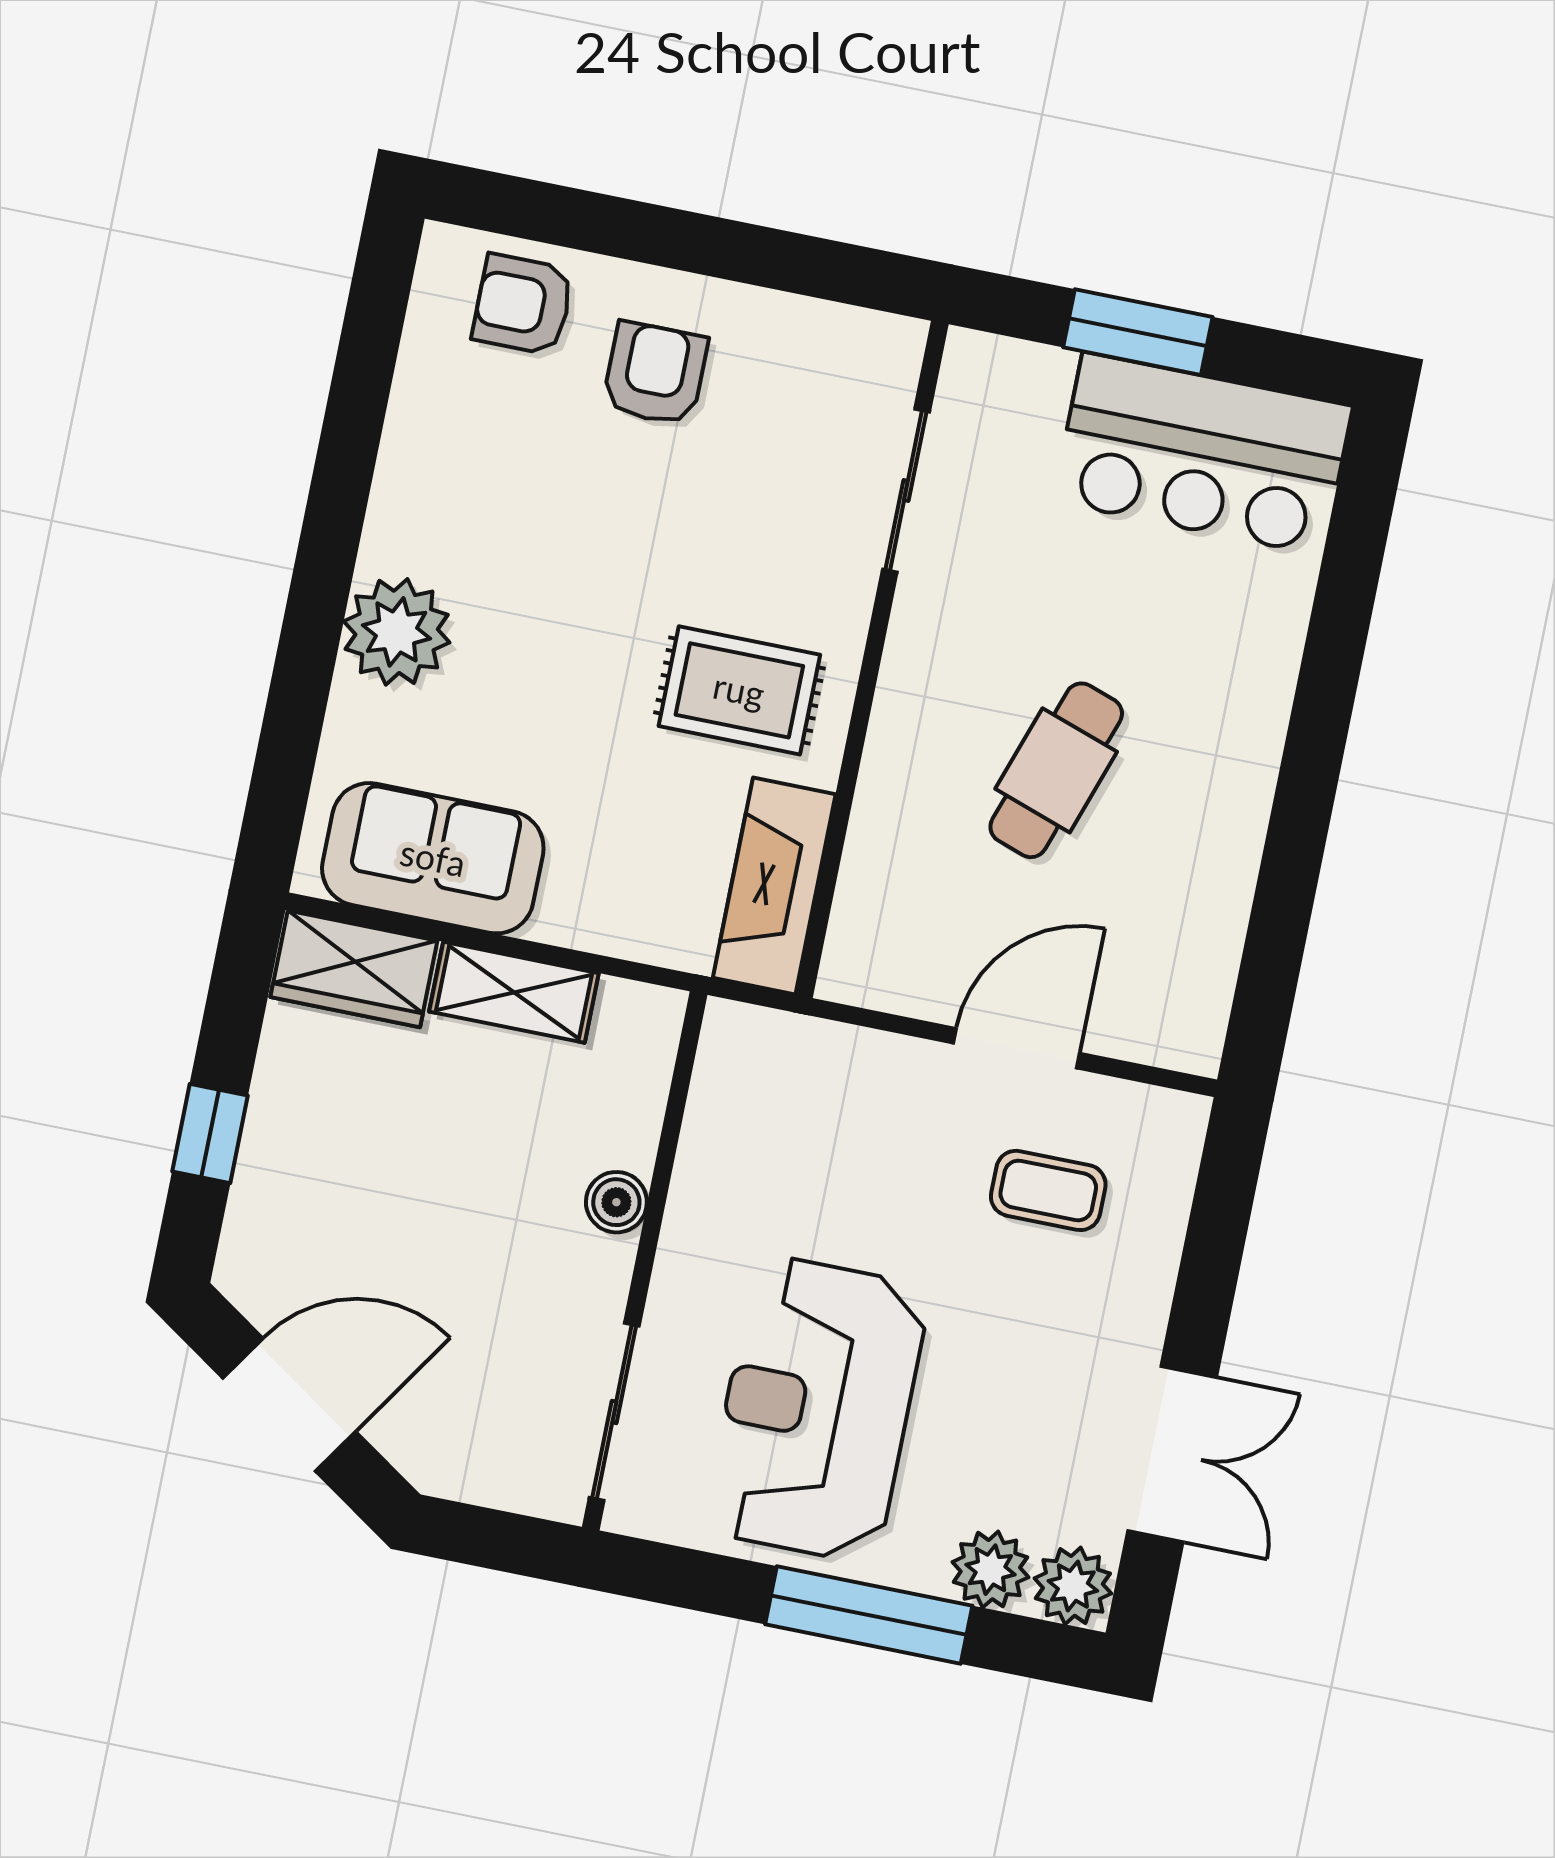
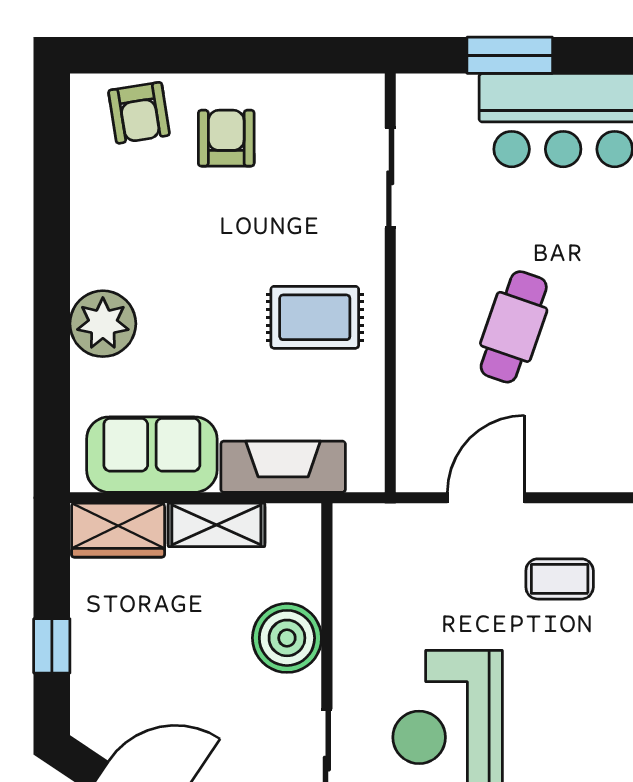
armchair: (523, 304) -> (139, 113), turned -99
fireplace: (774, 886) -> (283, 467), moved, turned 90
door: (1017, 1048) -> (486, 498), moved
boiler: (616, 1202) -> (287, 638), width x1.86, depth x1.86

